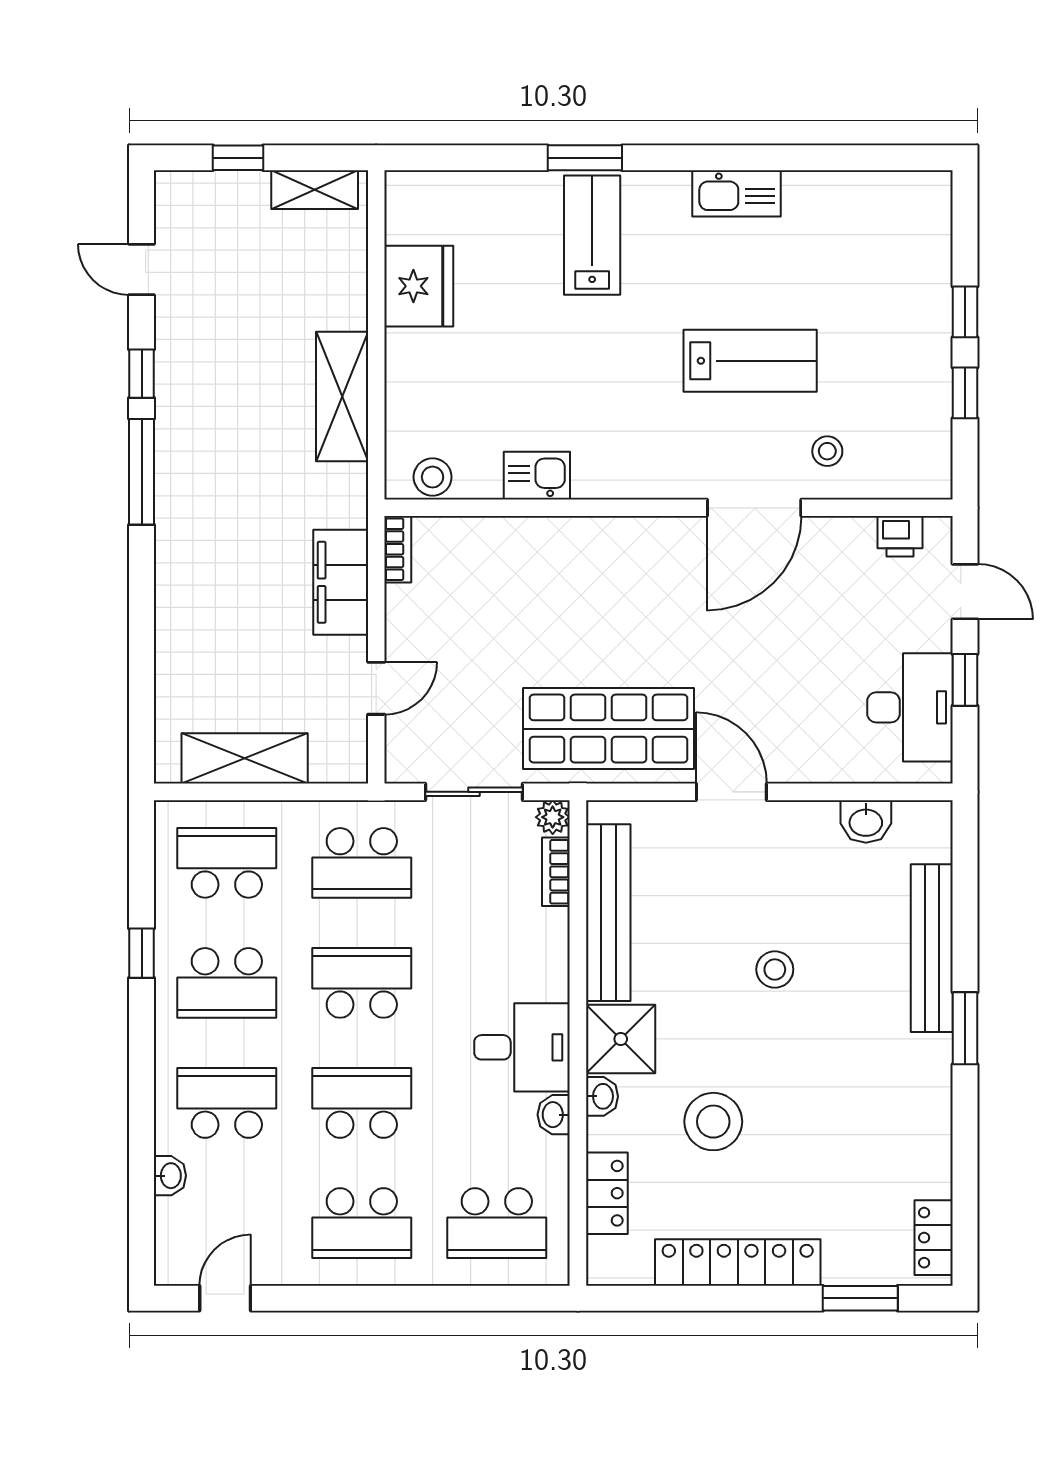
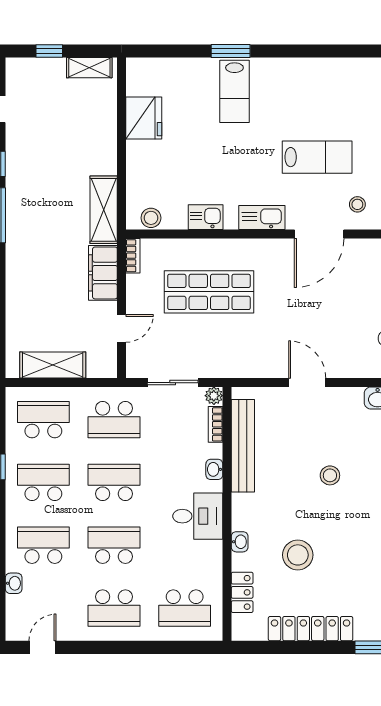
kitchen sink: (736, 193) -> (262, 218), moved, turned 180
lab bench: (592, 235) -> (234, 91), turned 180
shelving: (342, 396) -> (104, 210), moved
shop shelf: (608, 729) -> (209, 292), moved
school desk: (227, 983) -> (43, 482), turned 180
shower: (621, 1039) -> (249, 512), removed
washbasin: (554, 1115) -> (214, 469), moved

